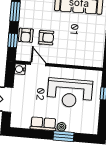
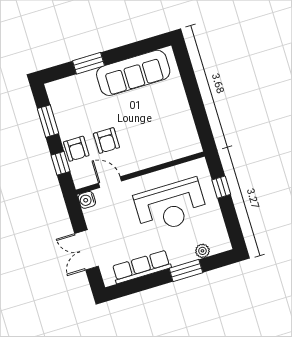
armchair: (46, 38) -> (106, 141), turned 90
row of seats: (43, 124) -> (141, 267), width x1.48
plant: (61, 127) -> (202, 251), moved

